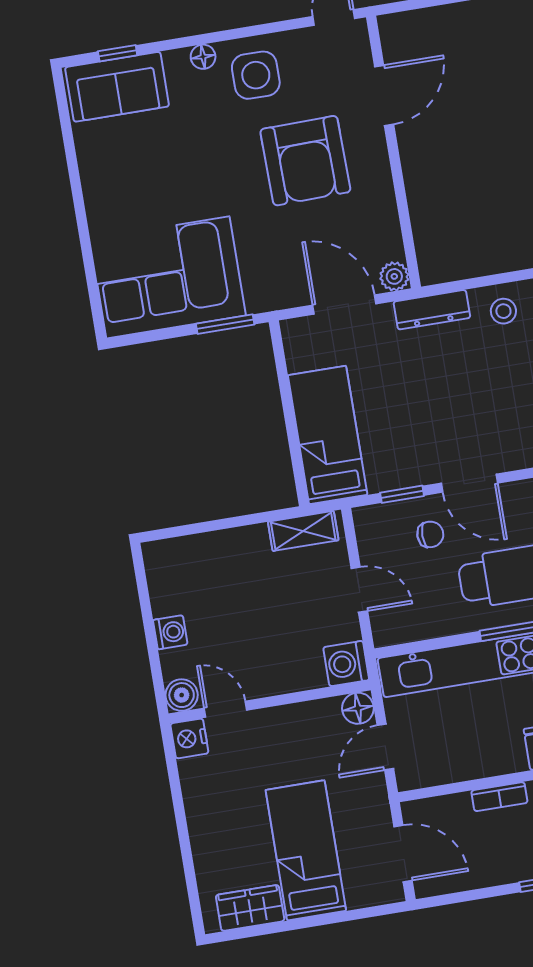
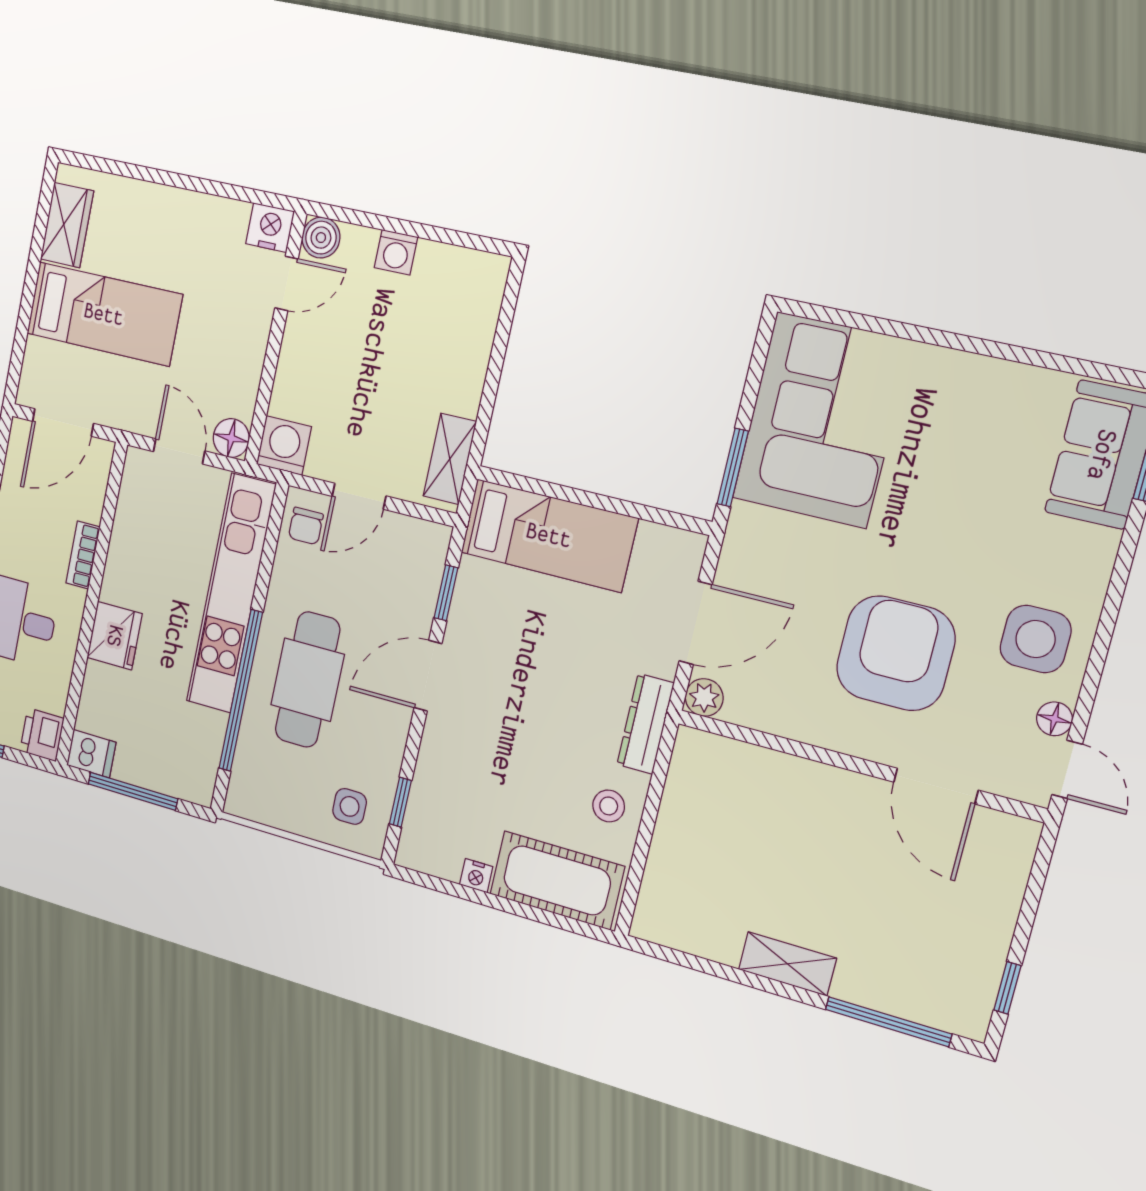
floor lamp: (203, 57) -> (1054, 719), moved
armchair: (305, 161) -> (896, 653), turned 91
chair: (430, 534) -> (306, 526), moved

